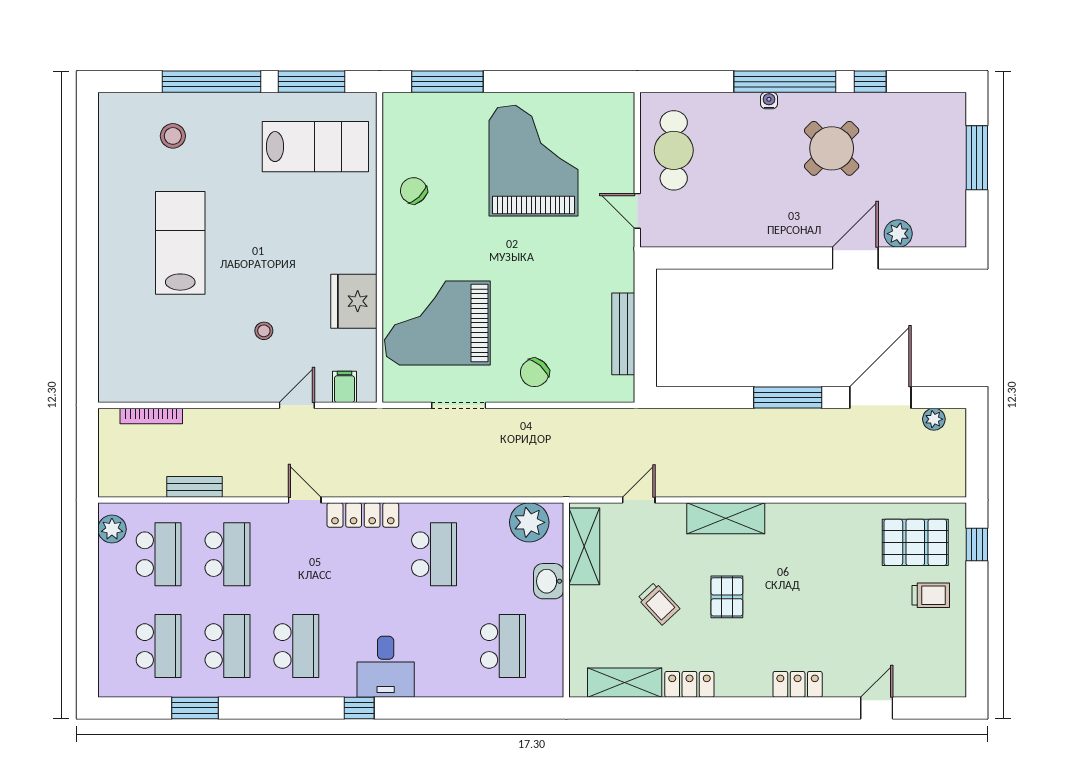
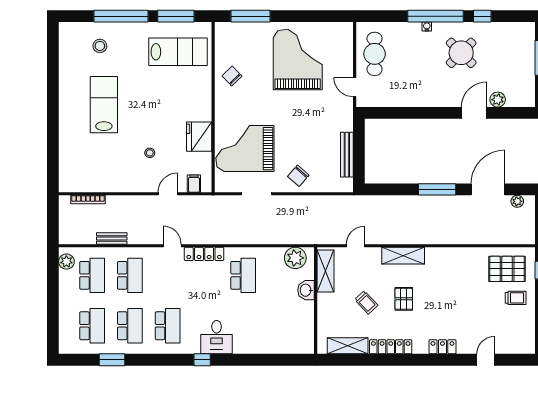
school desk: (503, 646) -> (281, 326), removed
locker: (689, 684) -> (391, 347), width x1.53

